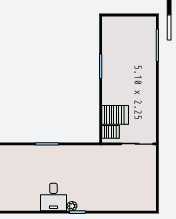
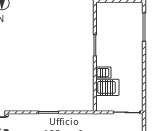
server rack: (111, 132) -> (103, 73), moved

